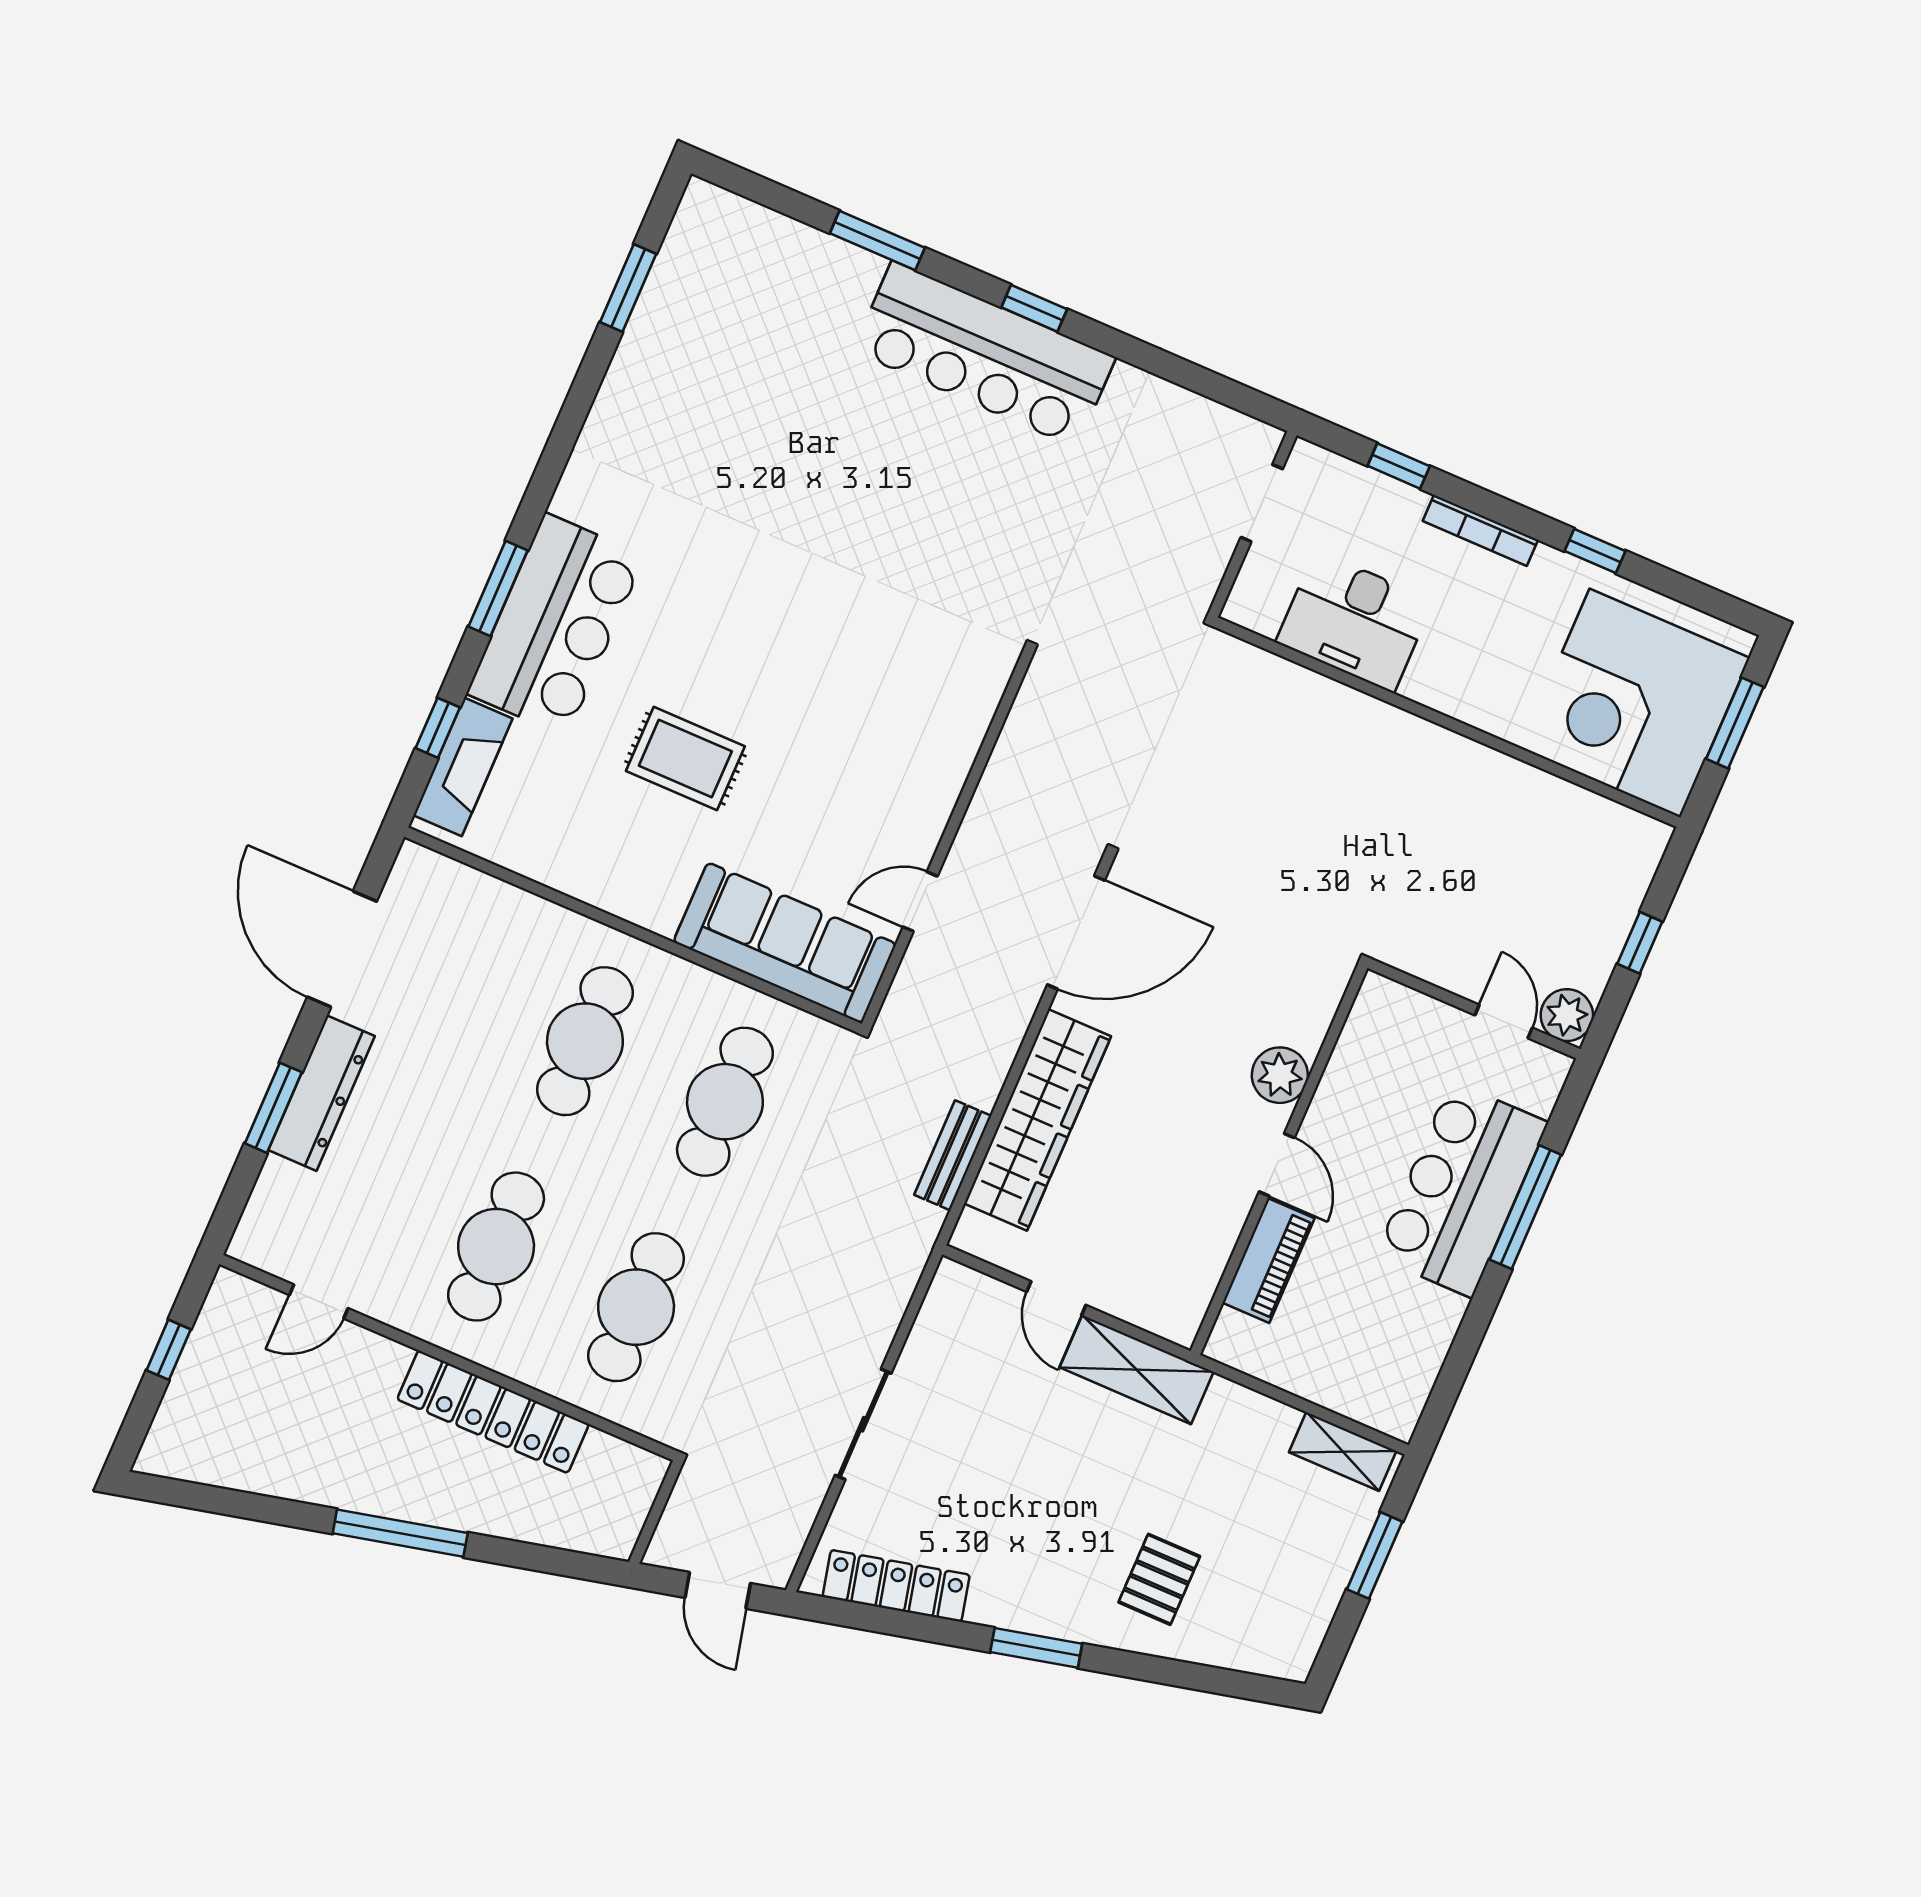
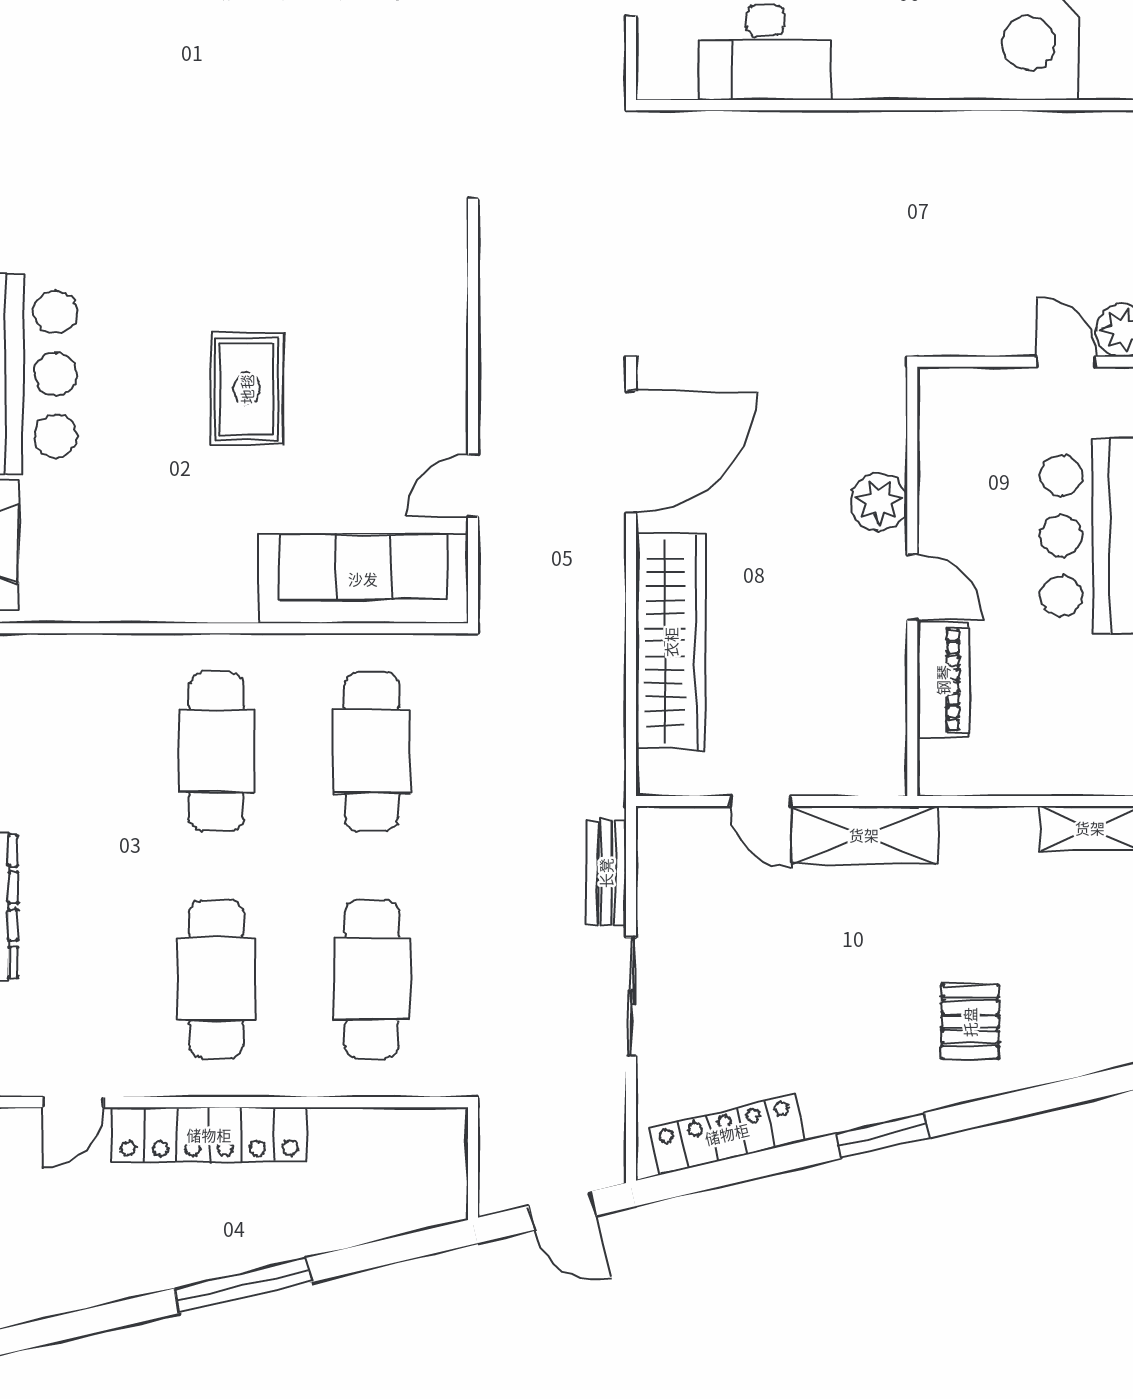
rug: (685, 759) -> (247, 389), moved, turned 90
bench: (953, 1155) -> (606, 873), moved
locker: (493, 1412) -> (209, 1135), moved

